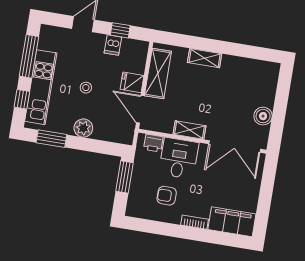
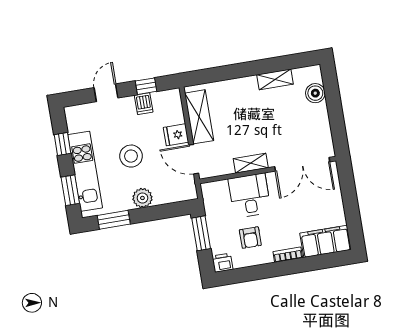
window: (29, 56) -> (62, 144), width x0.46
shelving: (205, 58) -> (275, 79), moved
stool: (86, 88) -> (131, 156), width x1.89, depth x1.89
window: (22, 99) -> (70, 190), width x1.50
boiler: (263, 116) -> (315, 93), moved
printer: (153, 143) -> (222, 263), moved, turned 180
armchair: (167, 196) -> (250, 238), turned -90

